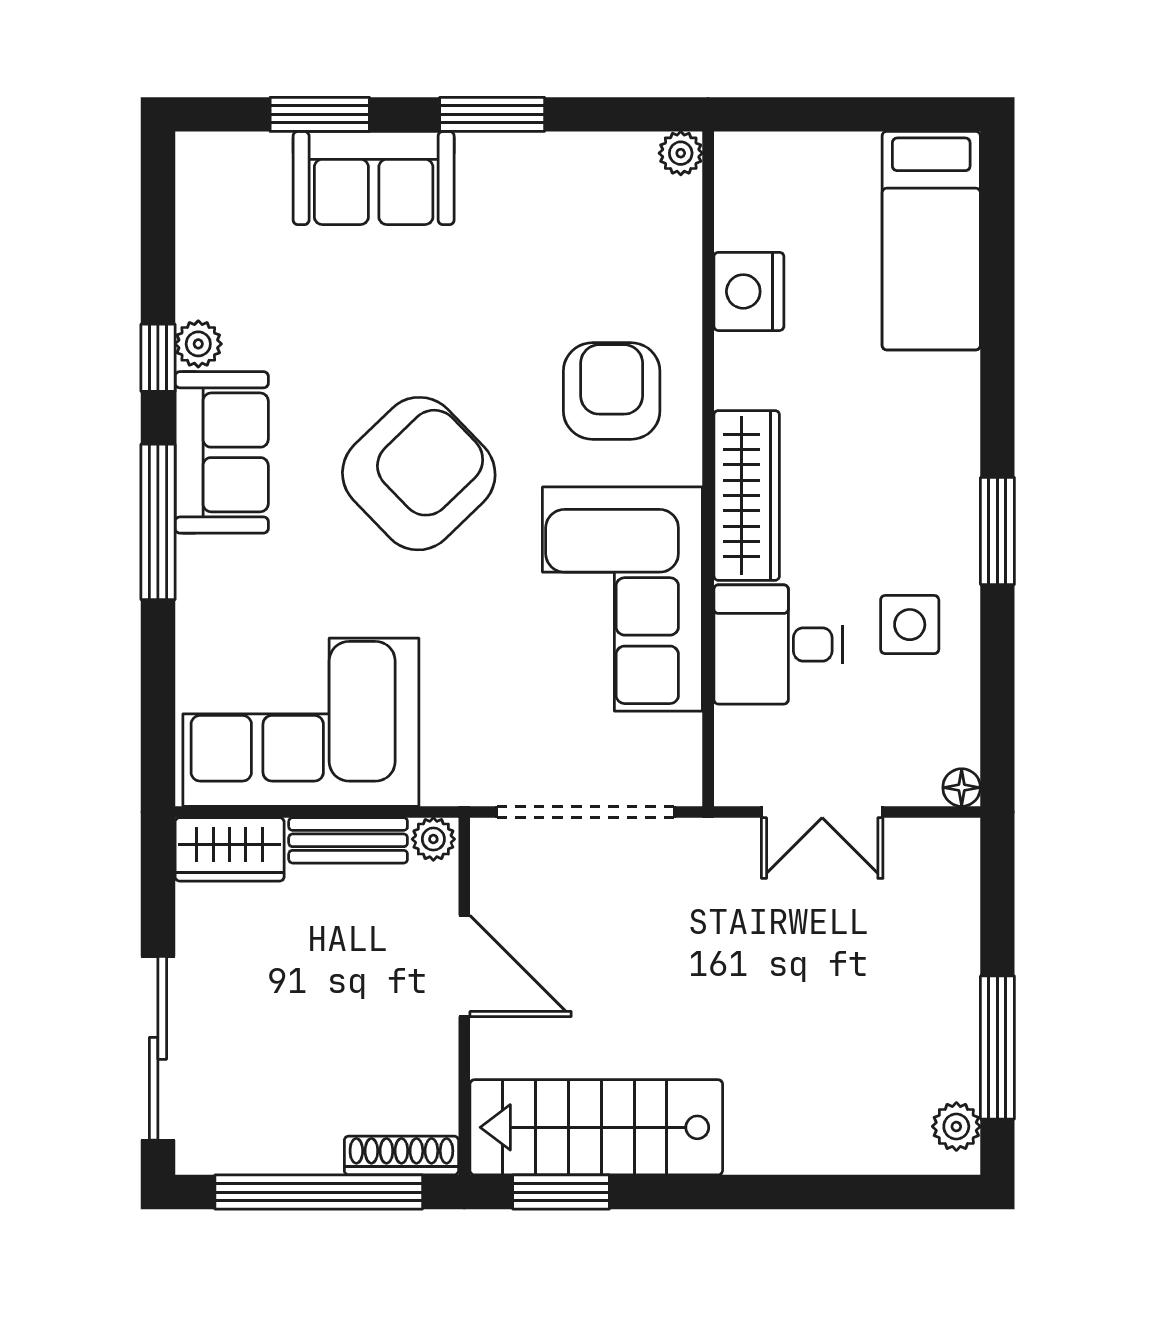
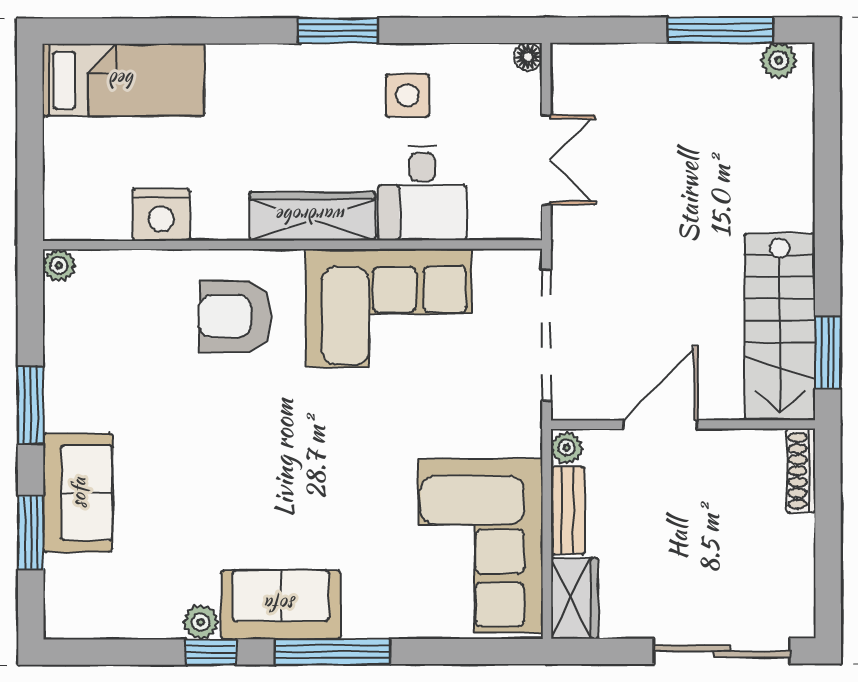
armchair: (419, 474) -> (296, 459), removed
window: (319, 1192) -> (828, 532), removed

